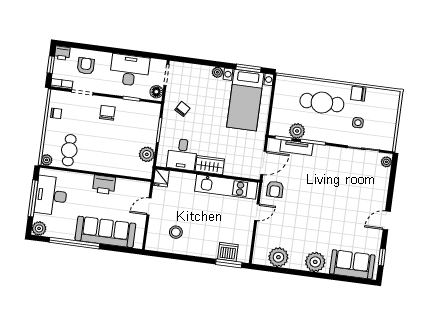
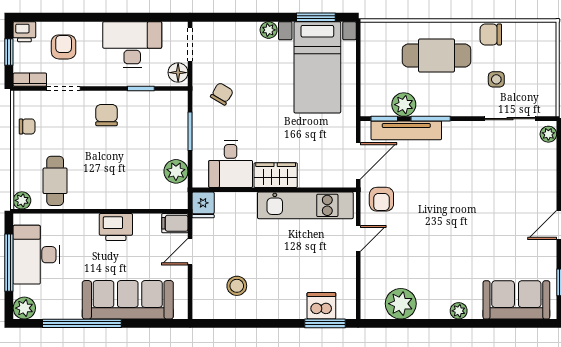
tv unit: (296, 148) -> (406, 130), width x1.41
filing cabinet: (142, 187) -> (175, 223), added
plant: (315, 262) -> (459, 311), width x0.53, depth x0.53

